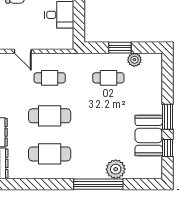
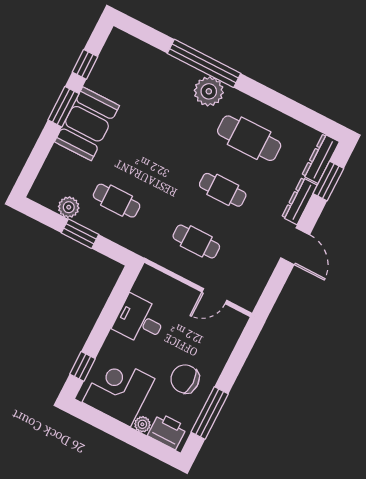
door: (23, 51) -> (214, 296), swing flipped
cafe table: (50, 116) -> (223, 190), width x0.73, depth x0.74
booth: (149, 135) -> (87, 124), moved
plant: (116, 169) -> (209, 91), moved

